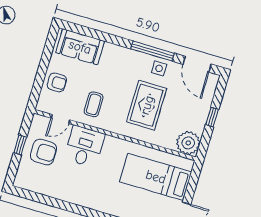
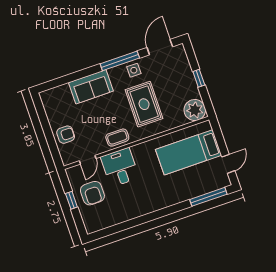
sofa: (80, 47) -> (91, 87), moved
door: (197, 64) -> (160, 47), swing flipped
coffee table: (94, 104) -> (117, 138), moved, turned 90
armchair: (43, 152) -> (92, 193), turned 90

